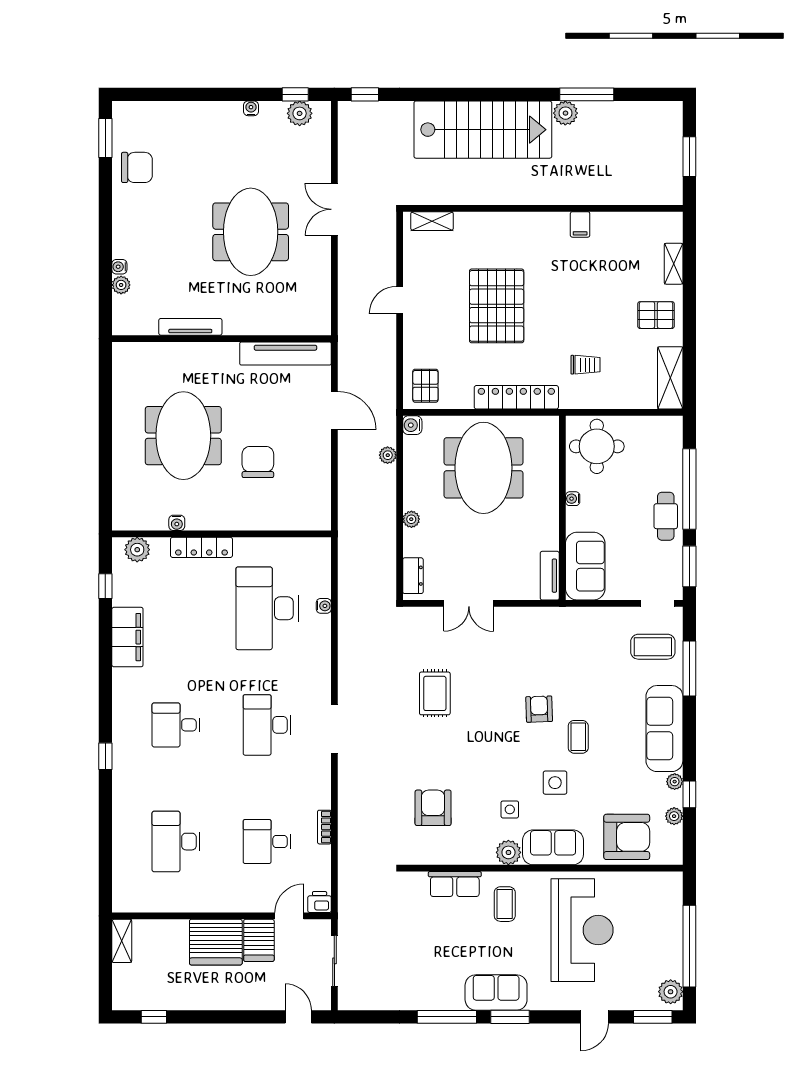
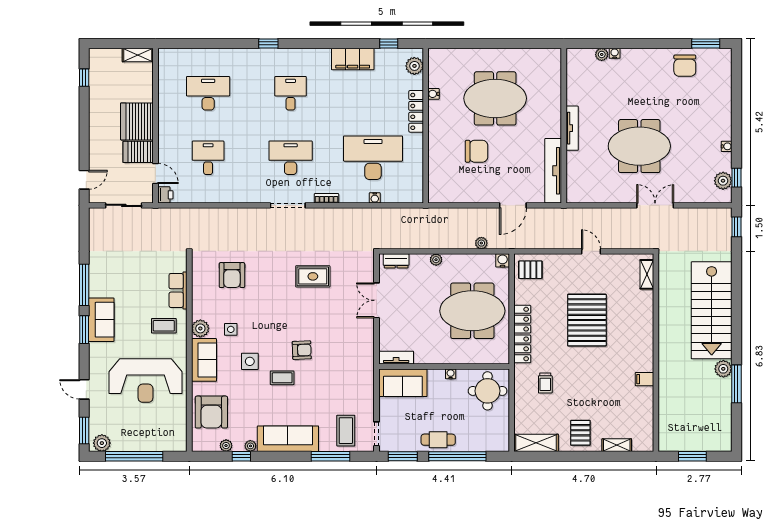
pallet: (497, 306) -> (587, 320), turned 90
tv unit: (190, 327) -> (572, 128), moved
armchair: (433, 808) -> (232, 275), turned 90
bookcase: (324, 827) -> (326, 198), moved

